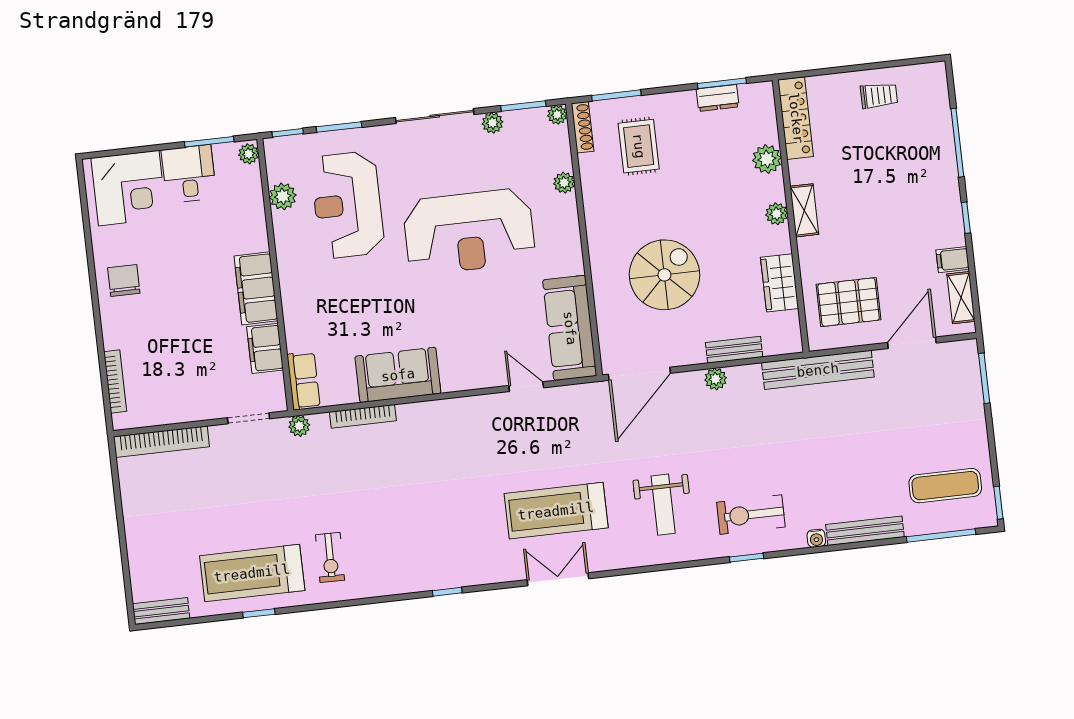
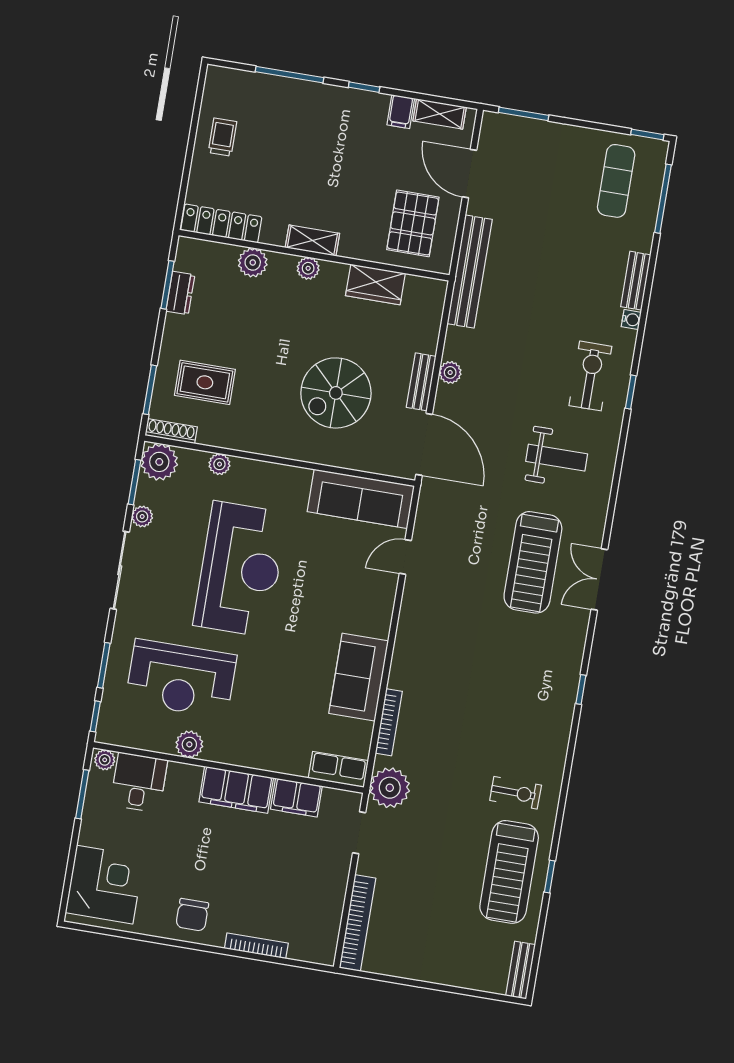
plant: (557, 115) -> (159, 462), width x1.87, depth x1.87
desk: (189, 174) -> (139, 783), moved, turned 90
plant: (283, 196) -> (189, 744), moved
spiral stairs: (664, 275) -> (336, 393), turned -90
chair: (124, 281) -> (192, 915), turned -90
bench: (734, 350) -> (421, 382), moved
bookcase: (115, 382) -> (256, 946), moved
plant: (299, 426) -> (390, 788), width x1.88, depth x1.88
exercise bike: (751, 515) -> (590, 376), turned 180
bench: (865, 531) -> (636, 281), width x0.73

